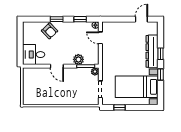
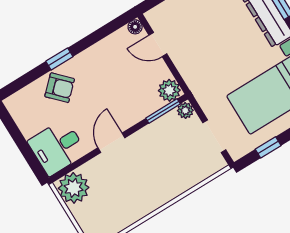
window: (80, 19) -> (101, 33), removed
plant: (78, 59) -> (169, 90), moved
door: (57, 66) -> (111, 143), swing flipped
plant: (30, 75) -> (74, 188), added

